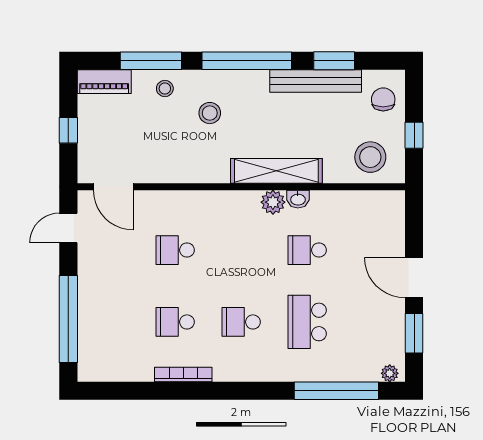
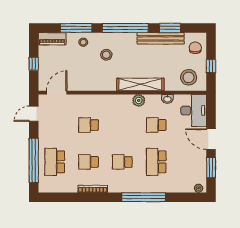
door: (113, 187) -> (57, 93), swing flipped
washbasin: (298, 199) -> (167, 99), moved
desk: (380, 222) -> (194, 111), added
school desk: (109, 322) -> (55, 162), added
window: (336, 391) -> (144, 197), moved

